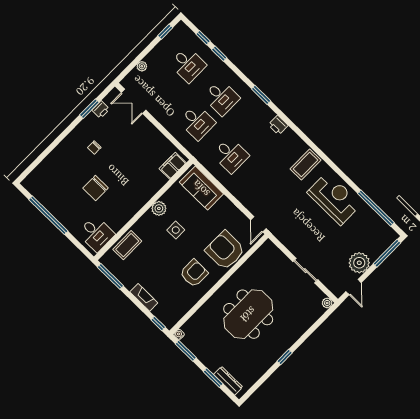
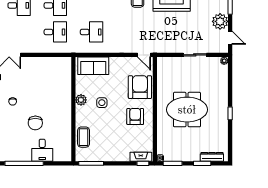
filing cabinet: (173, 166) -> (65, 69), removed
desk: (96, 234) -> (42, 150), moved, turned 90
armchair: (225, 250) -> (140, 87), turned 90
fireplace: (144, 297) -> (141, 157), moved
meeting table: (248, 314) -> (187, 110), turned 90

